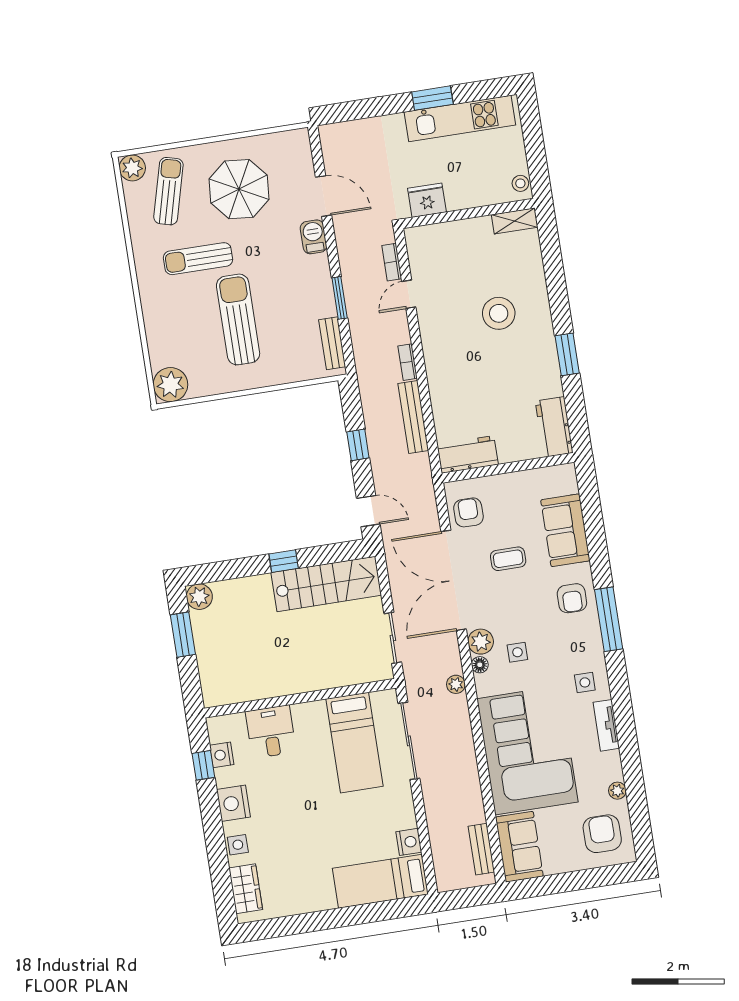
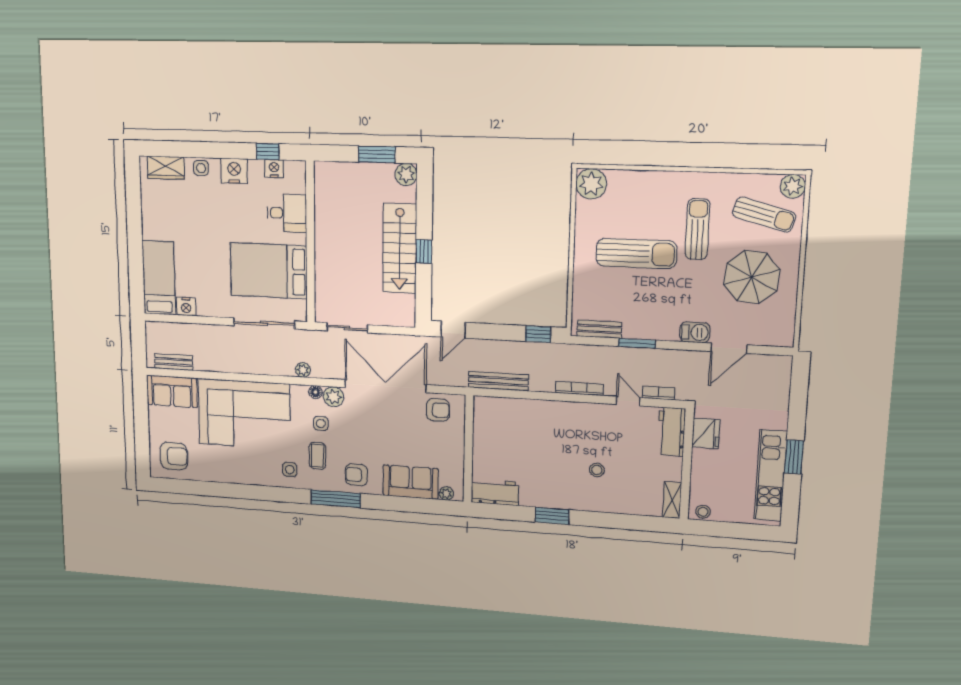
stool: (499, 313) -> (597, 470), width x0.53, depth x0.53
bookcase: (408, 362) -> (579, 388), width x1.56
bench: (413, 417) -> (498, 381), moved
window: (358, 445) -> (538, 334), moved
workbench: (468, 454) -> (671, 432), moved, turned 180
coffee table: (508, 559) -> (318, 456), moved
stairs: (326, 584) -> (400, 248), moved
tv unit: (606, 725) -> (255, 478), removed
bed: (355, 743) -> (269, 271), width x1.50
plant: (617, 791) -> (446, 493), moved

